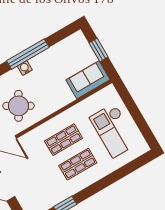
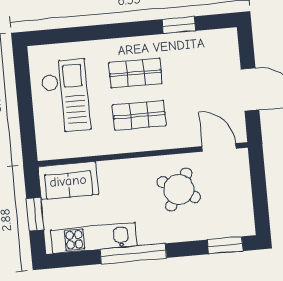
kitchen unit: (56, 52) -> (94, 238), added
water cooler: (25, 68) -> (146, 237), removed

